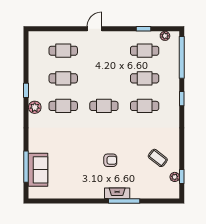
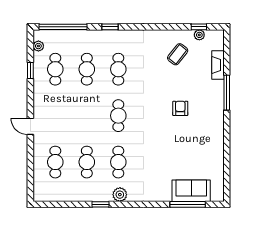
fireplace: (117, 193) -> (218, 65), moved

